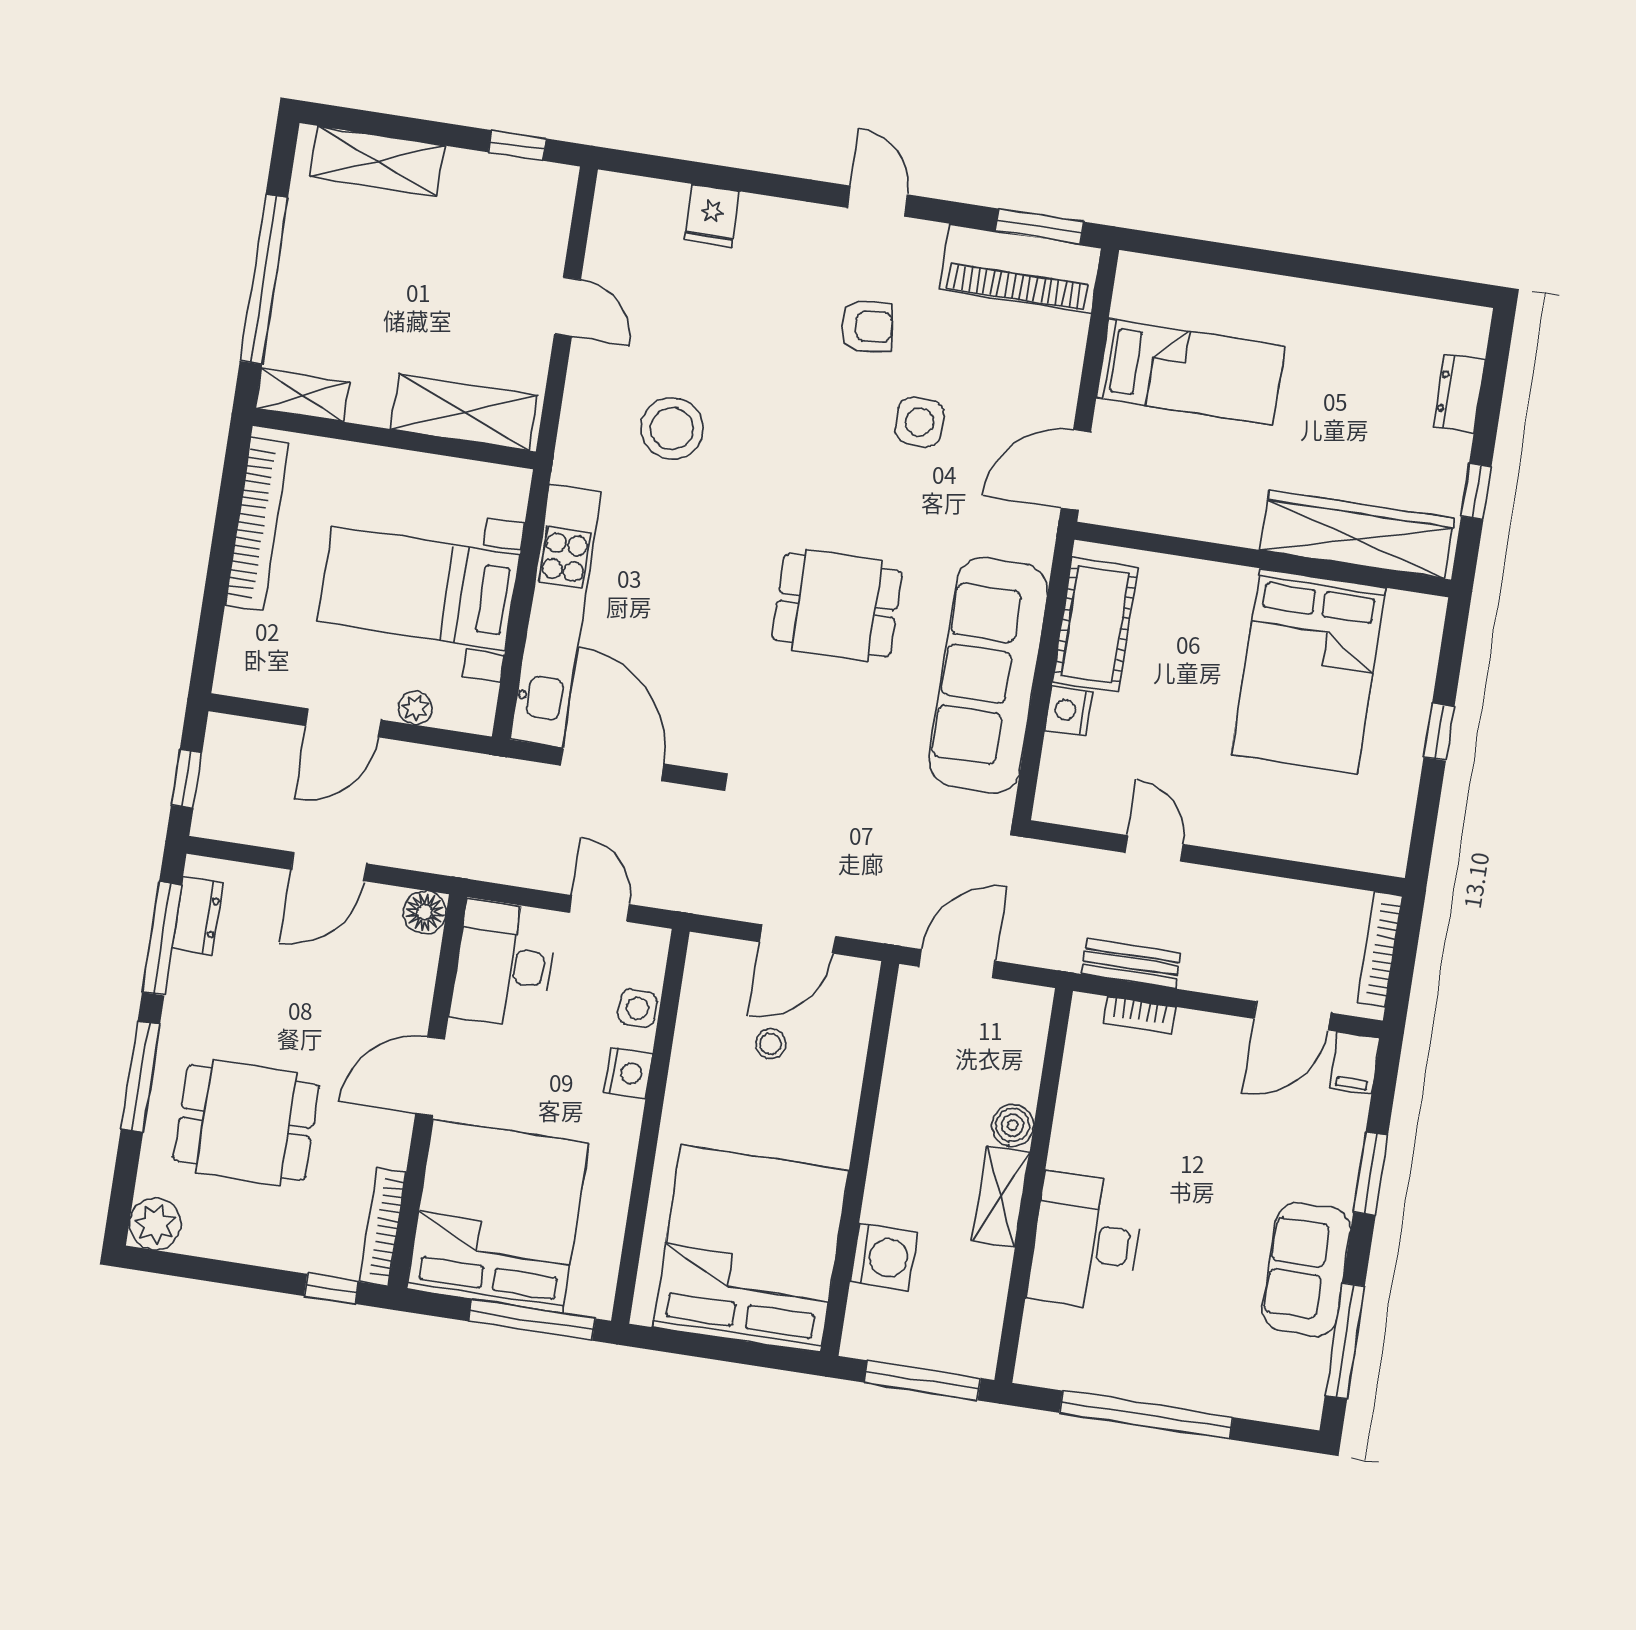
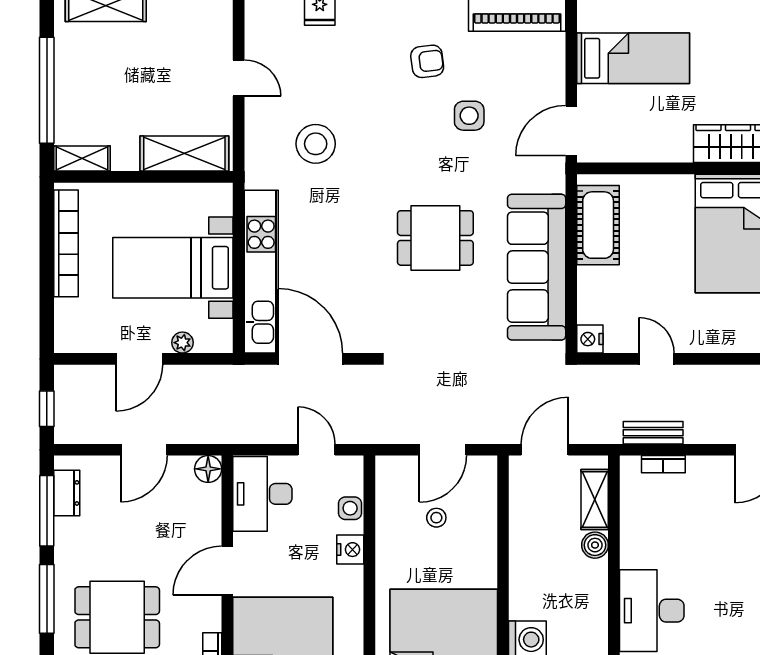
nightstand: (1069, 711) -> (590, 339), moved
shelving: (1001, 1197) -> (595, 499), moved

